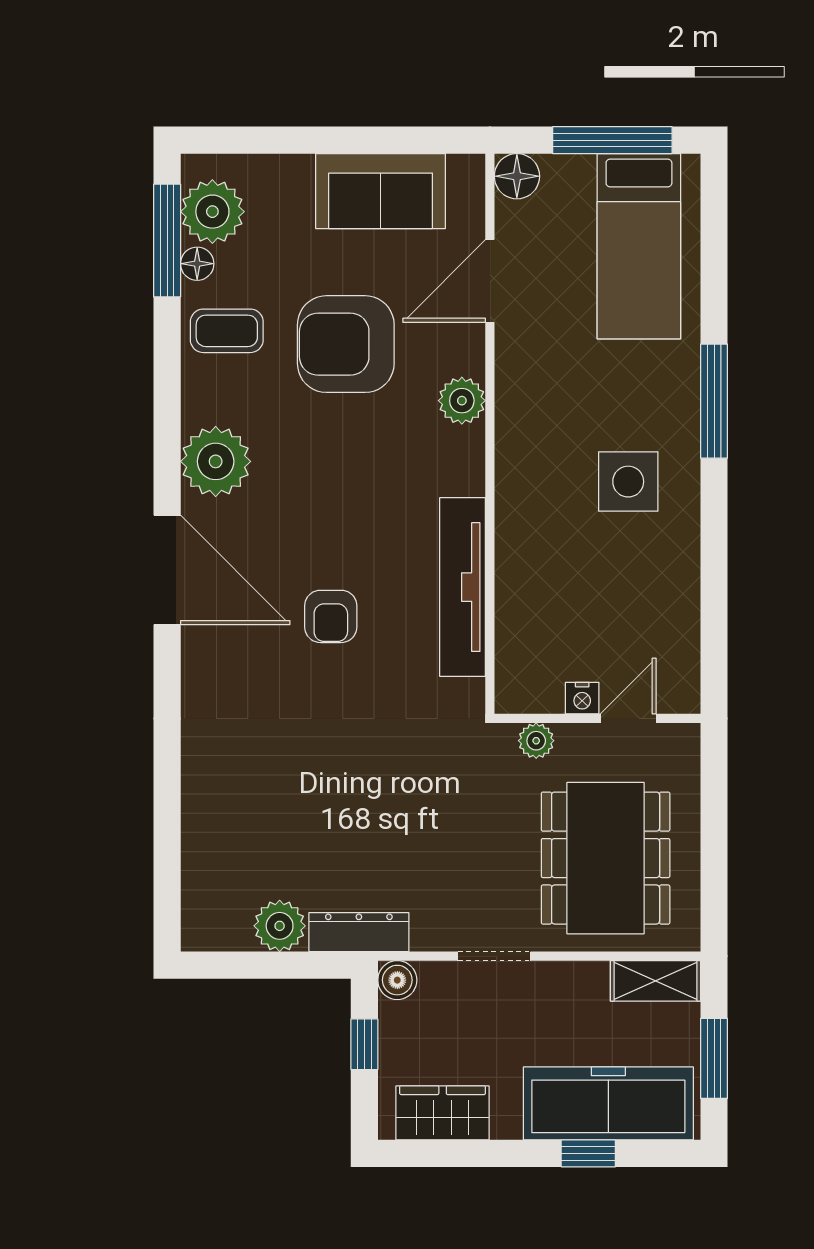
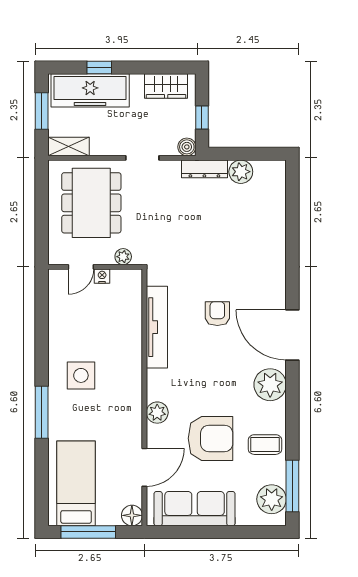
sofa: (381, 191) -> (195, 509), width x1.36
floor lamp: (197, 264) -> (279, 475), removed

